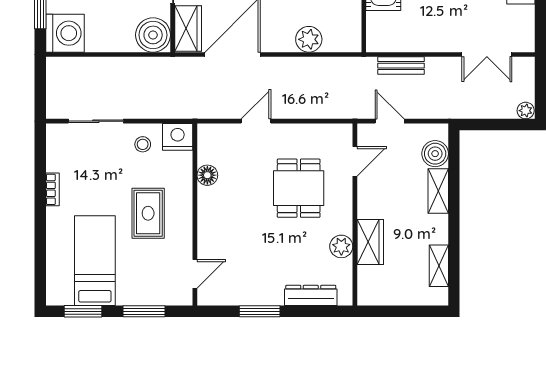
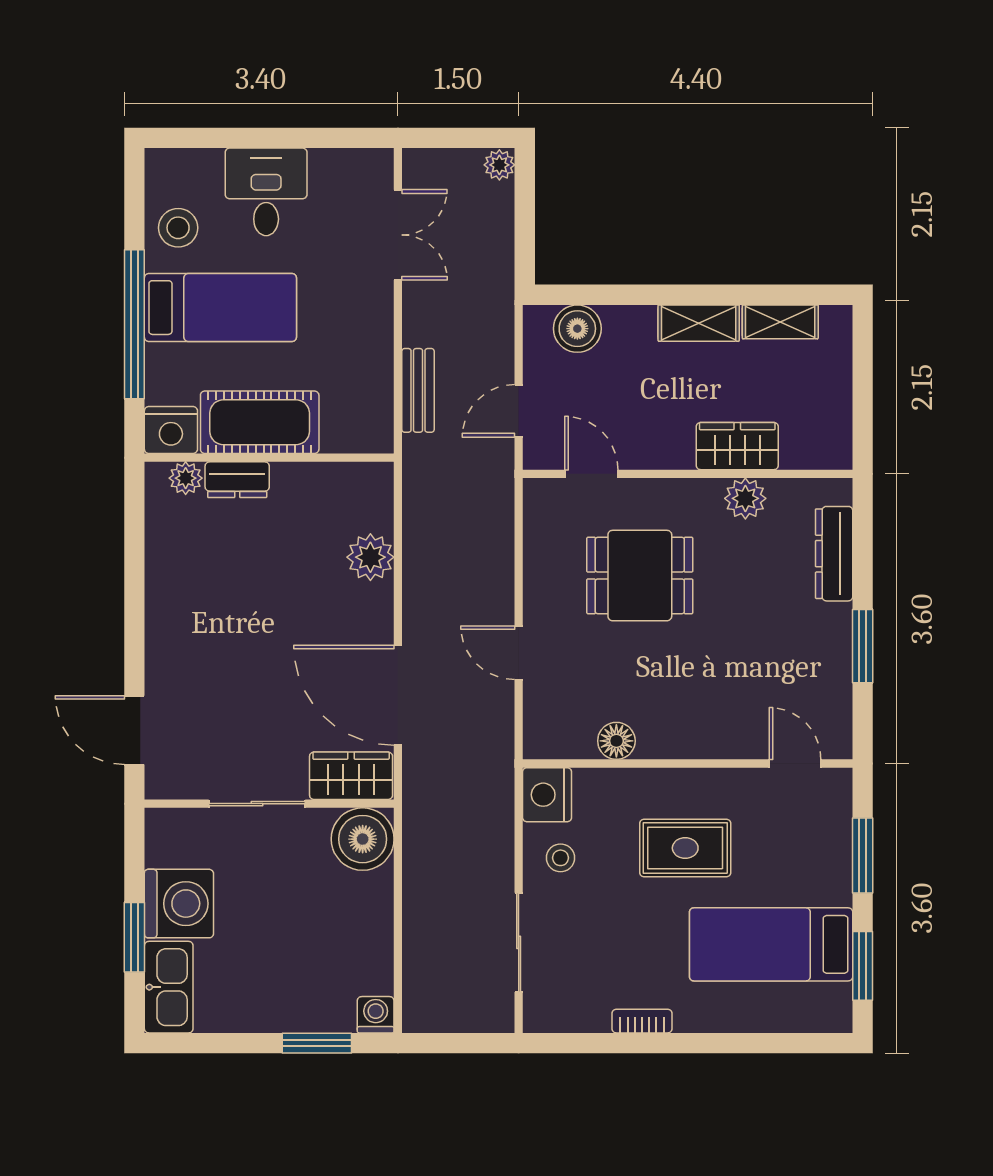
washing machine: (65, 33) -> (376, 1015), width x0.53, depth x0.53
shelving: (438, 191) -> (699, 323), moved

